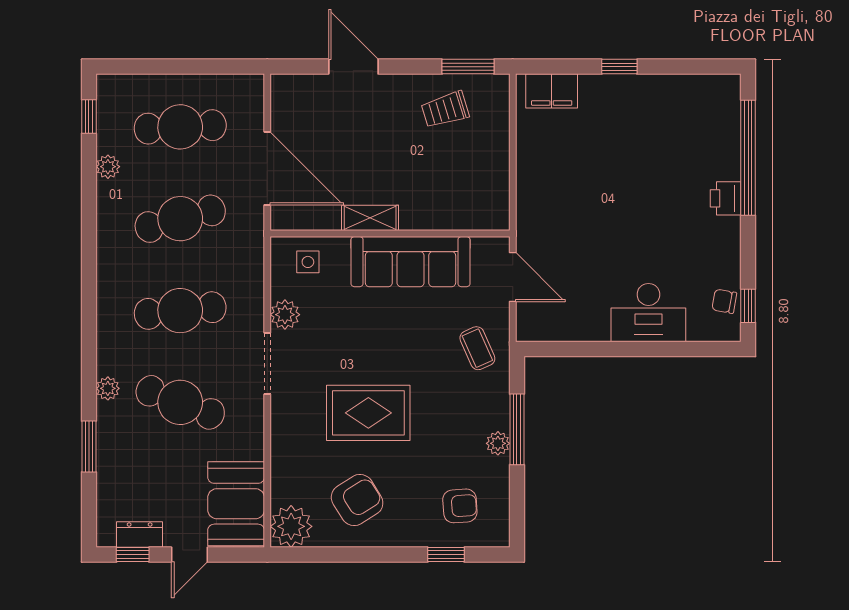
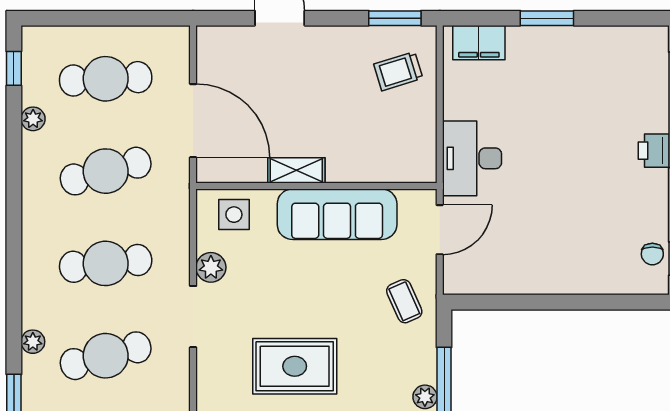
window: (619, 67) -> (547, 18), width x1.50
trolley: (445, 110) -> (398, 71), moved
side table: (308, 262) -> (234, 215), width x1.37, depth x1.37
door: (513, 277) -> (440, 230), hinge flipped
chair: (724, 301) -> (652, 254), turned -100
desk: (648, 313) -> (472, 158), moved, turned 90
cafe table: (180, 402) -> (106, 356), turned -36

